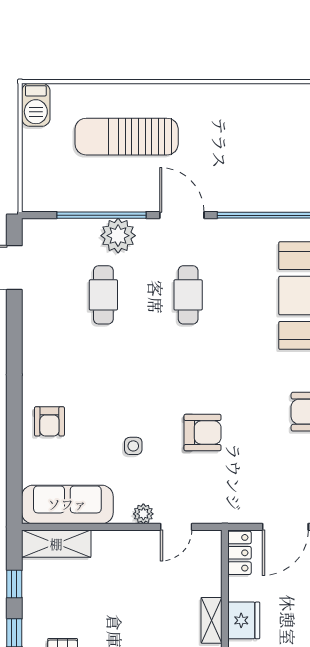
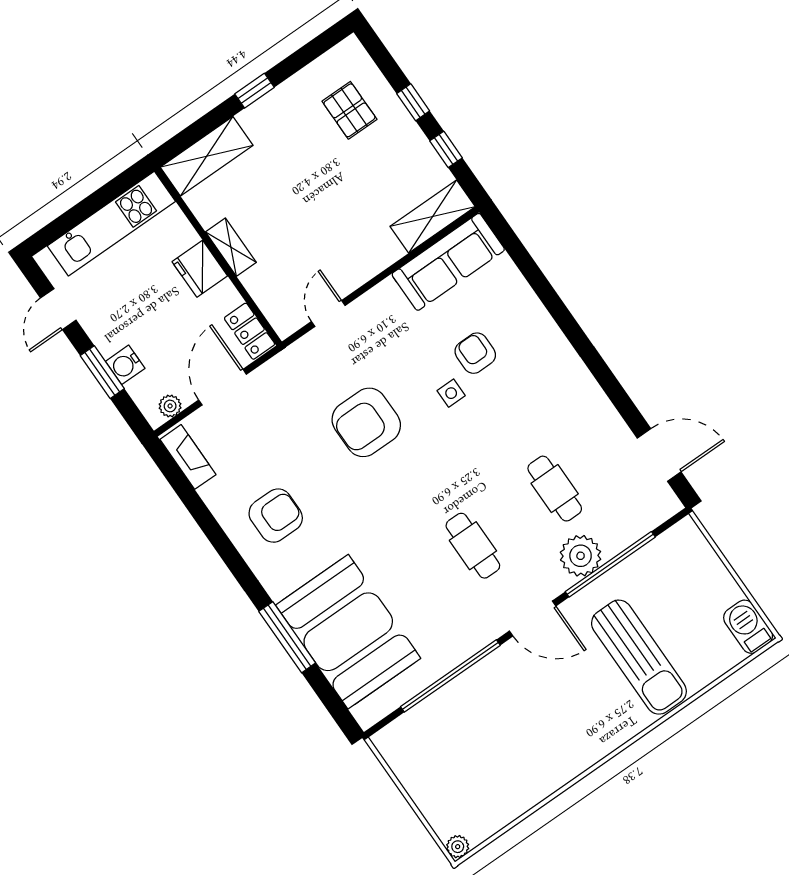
sun lounger: (127, 137) -> (639, 657), turned 90
armchair: (49, 421) -> (475, 353), moved
armchair: (202, 433) -> (366, 422), width x1.36, depth x1.36
side table: (133, 446) -> (451, 393), moved
plant: (143, 514) -> (369, 304), removed

